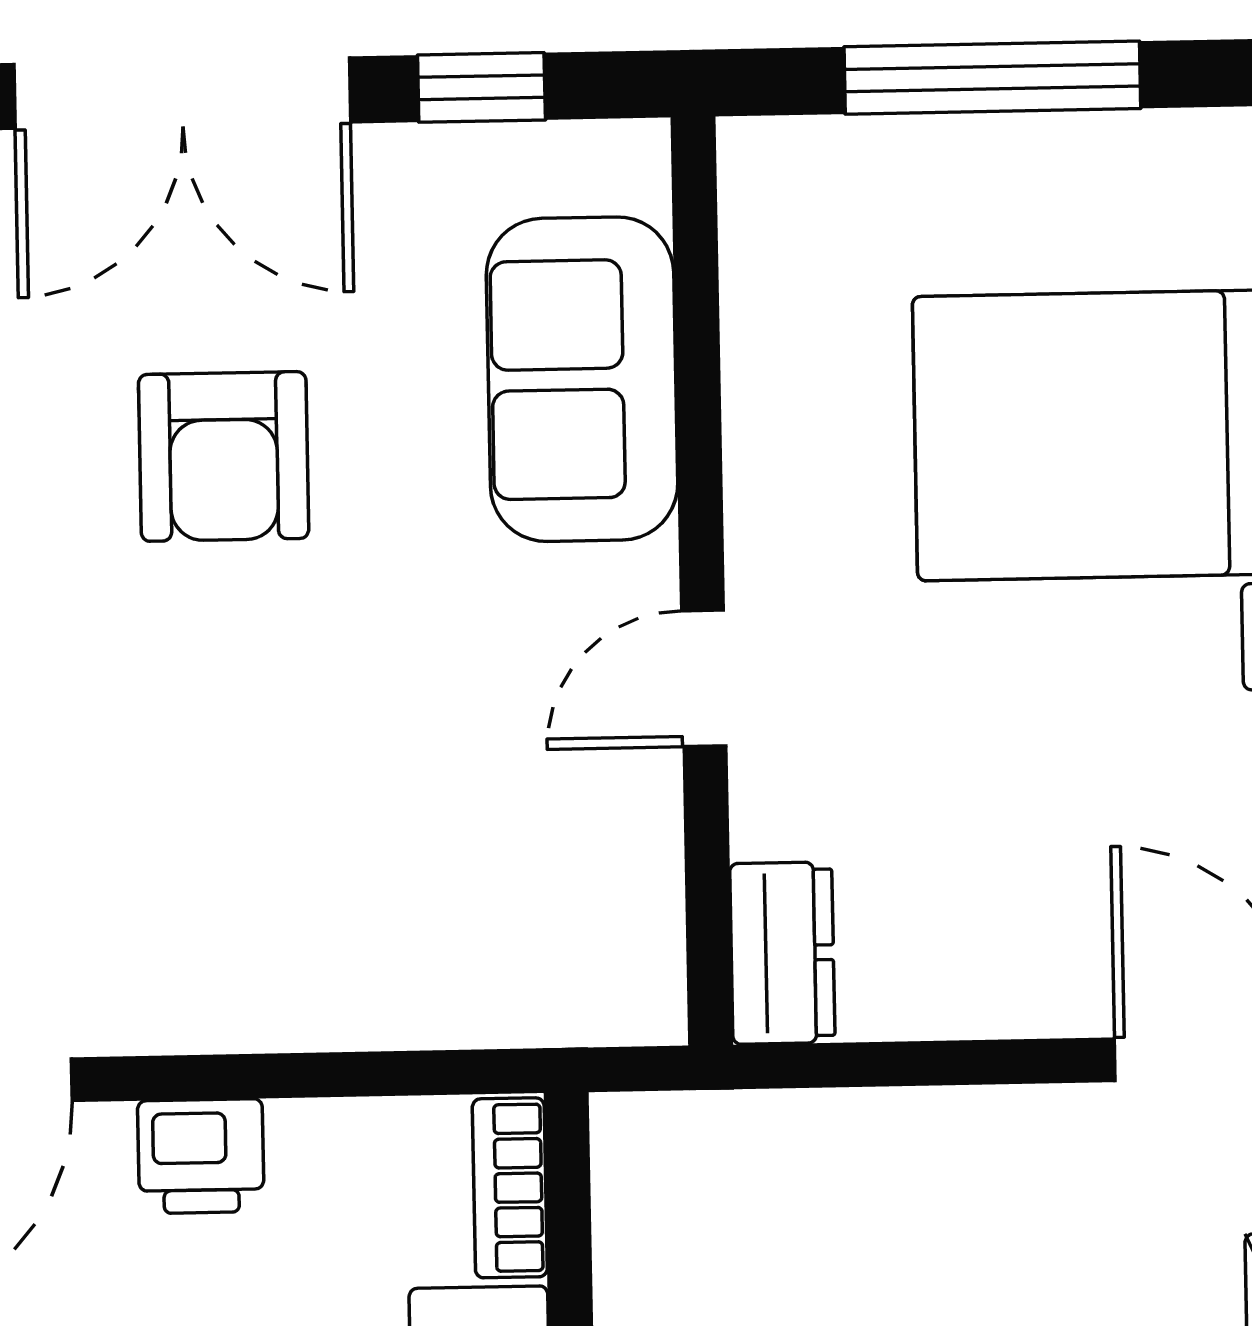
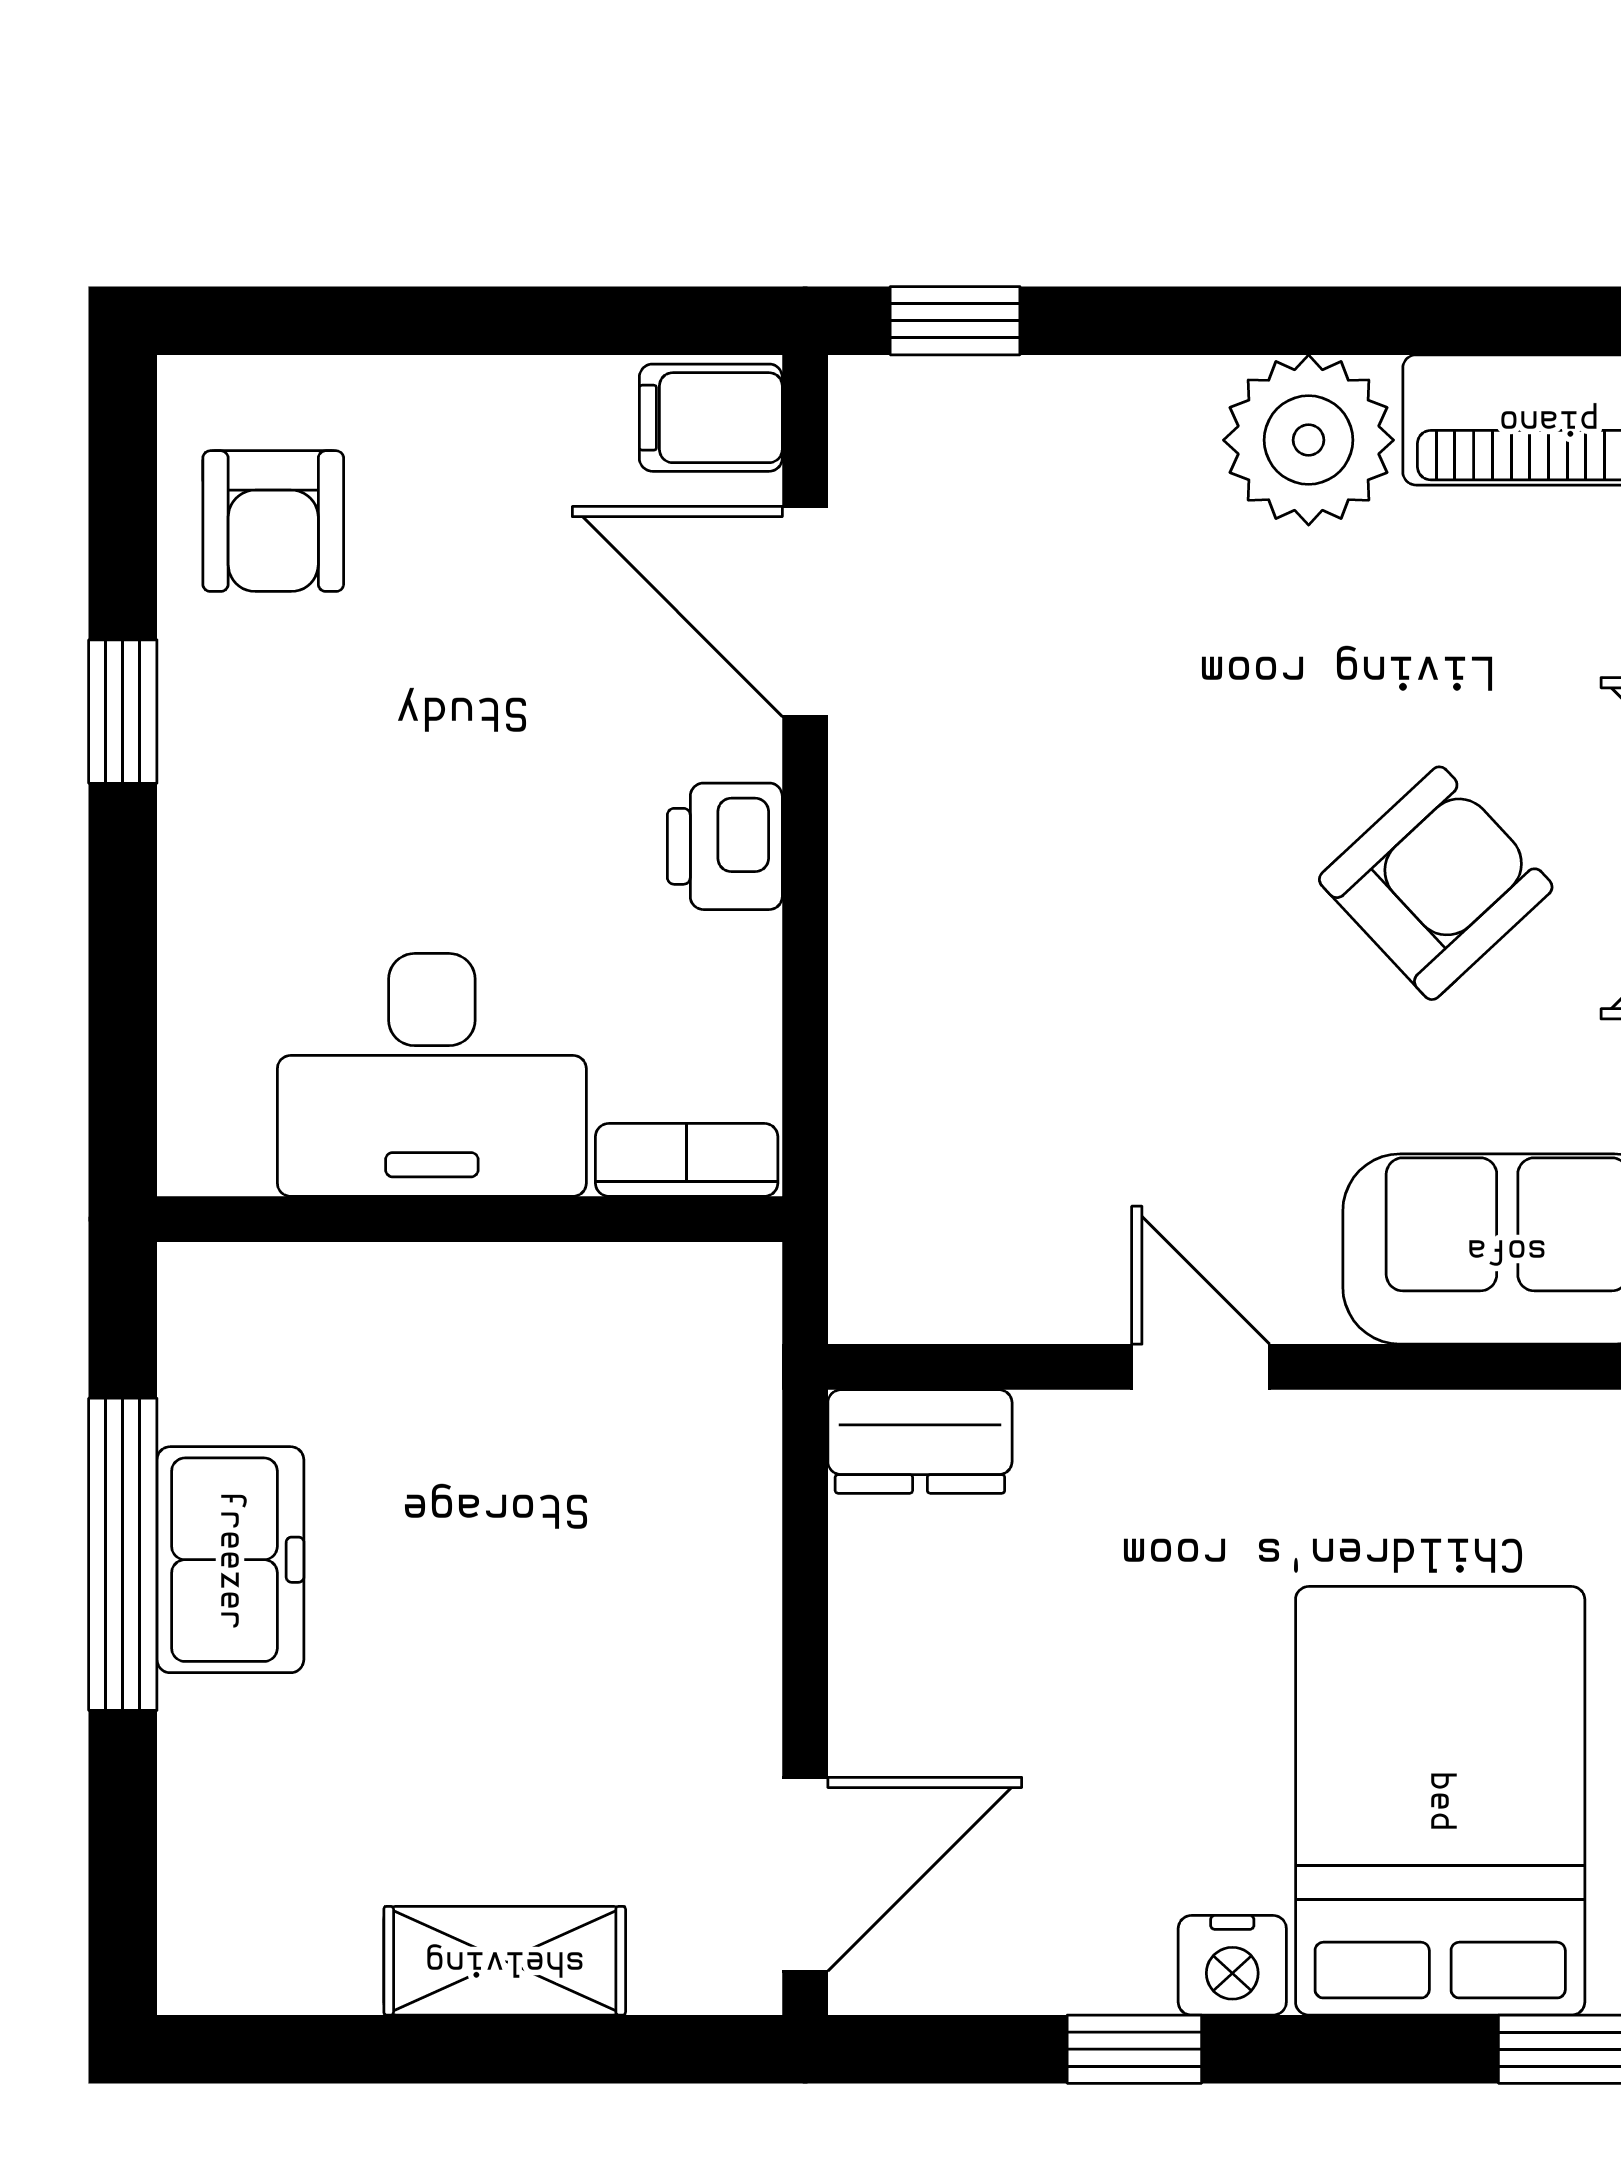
armchair: (224, 456) -> (1436, 883), turned 137

